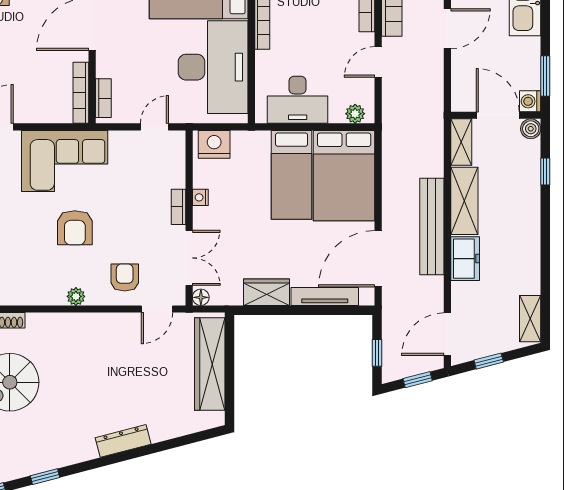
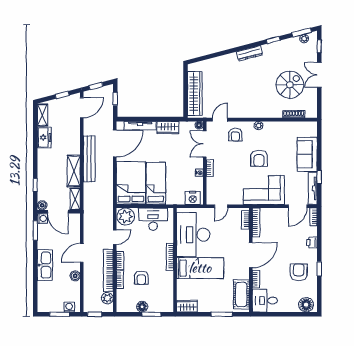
plant: (355, 114) -> (126, 217), width x1.87, depth x1.87
armchair: (75, 228) -> (259, 158), turned 180
freezer: (465, 259) -> (44, 137), moved, turned 180
dresser: (123, 441) -> (249, 53), moved

